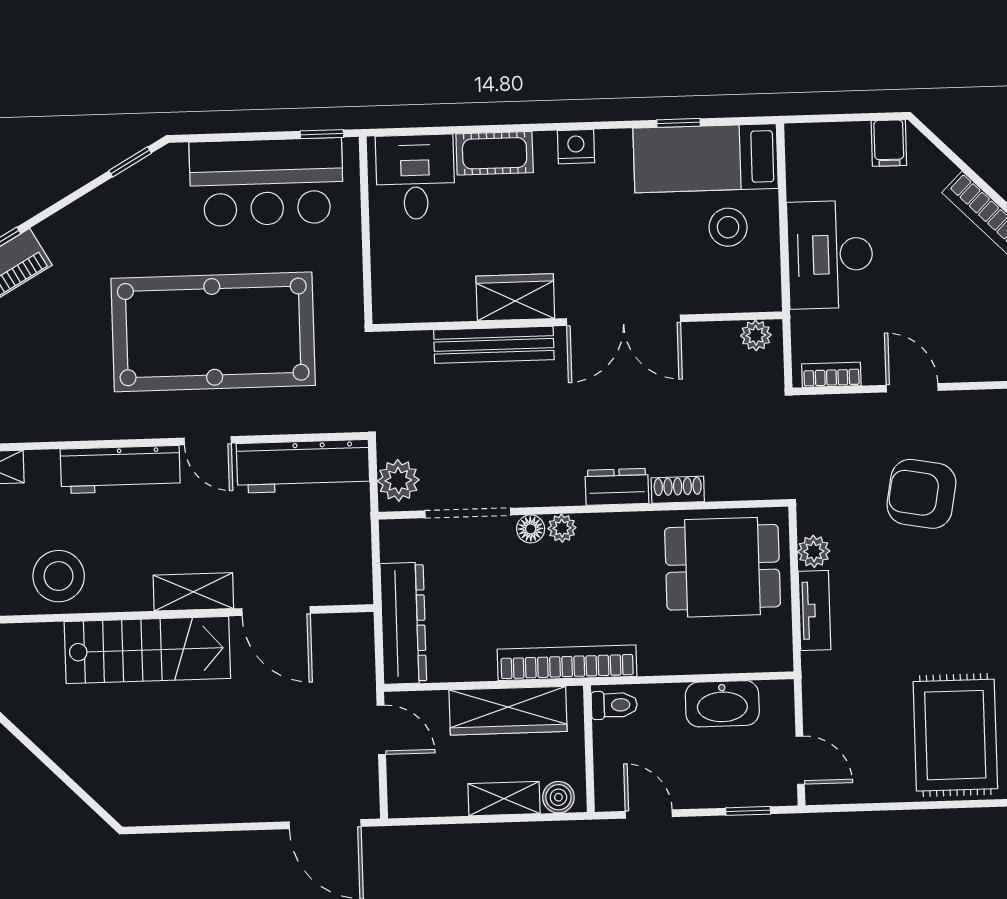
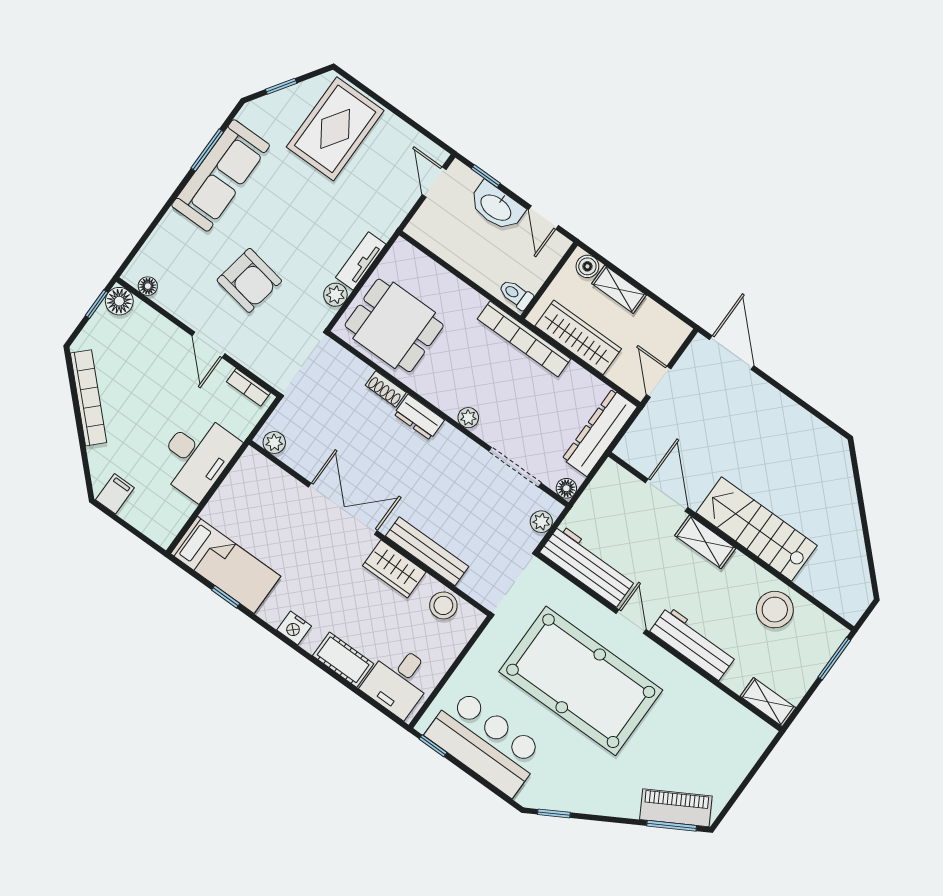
stool: (728, 227) -> (443, 605), moved
plant: (398, 480) -> (541, 522), width x0.73, depth x0.73
floor lamp: (531, 529) -> (566, 488), moved
washbasin: (722, 704) -> (496, 207), moved, turned 180

